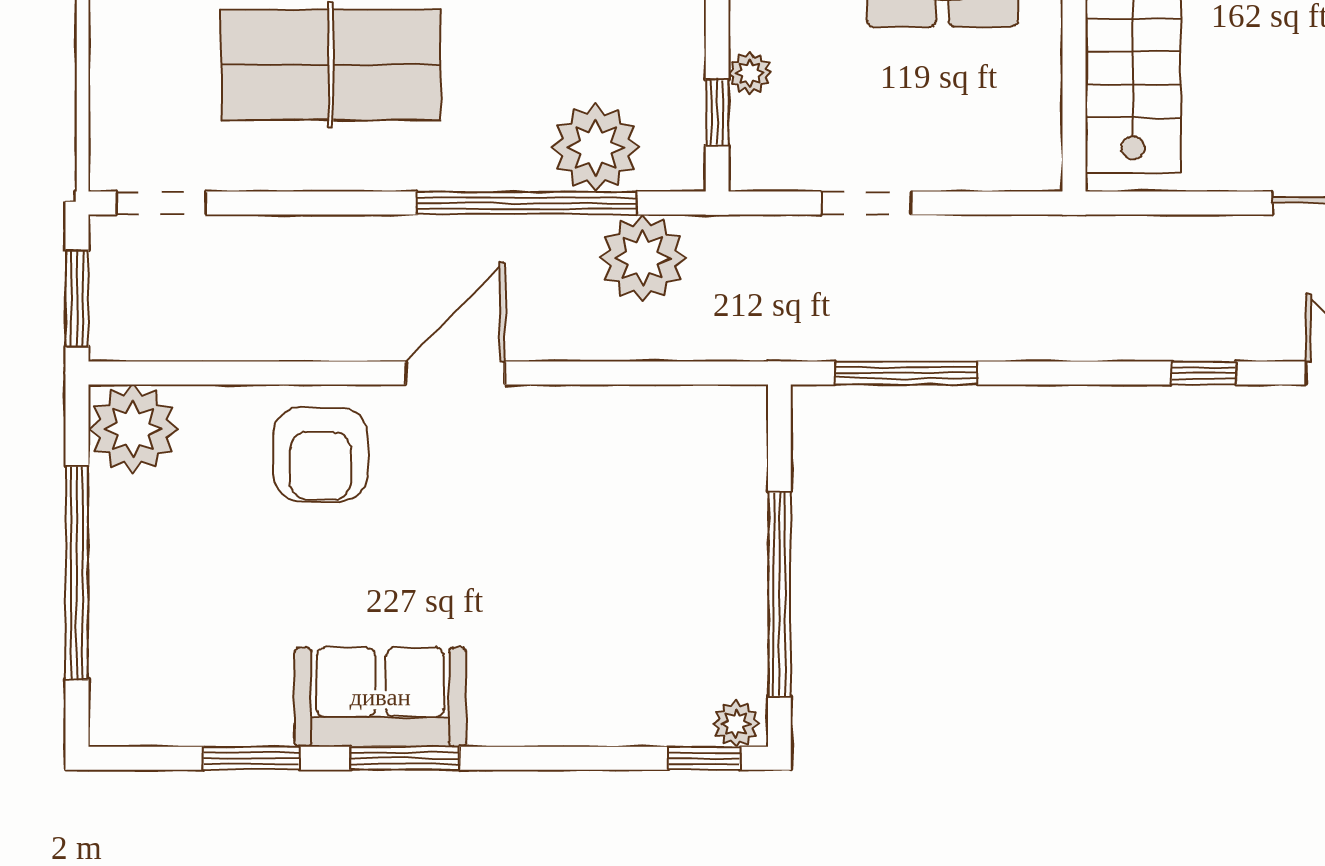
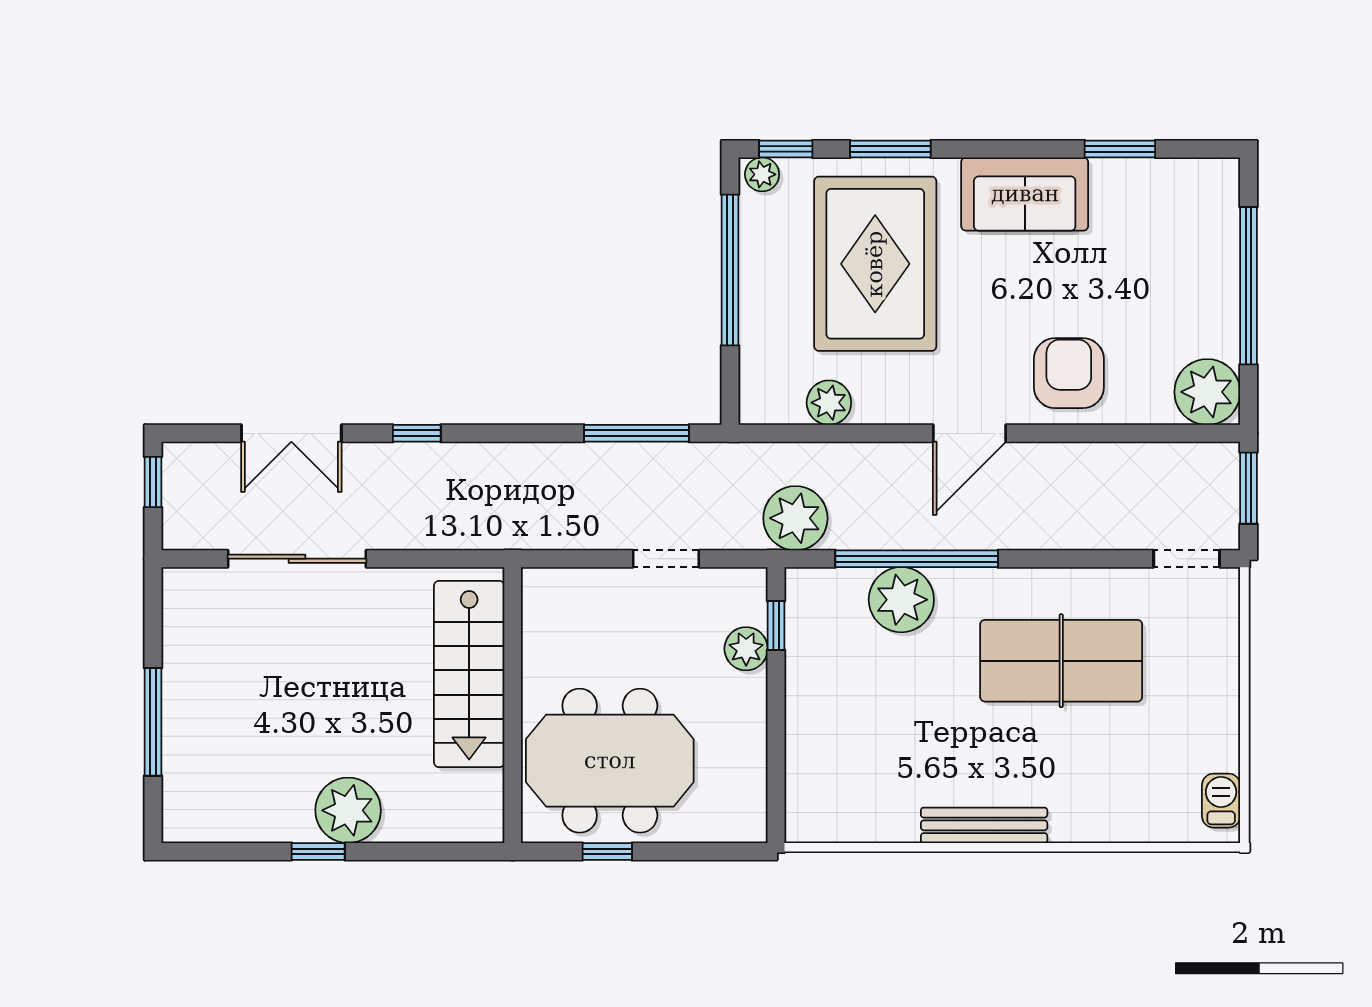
plant: (750, 73) -> (746, 649), width x1.38, depth x1.38
plant: (596, 148) -> (901, 600), moved
plant: (643, 258) -> (795, 518), moved
plant: (645, 414) -> (829, 403), added
rug: (583, 603) -> (875, 264), added
window: (405, 758) -> (890, 149), moved

